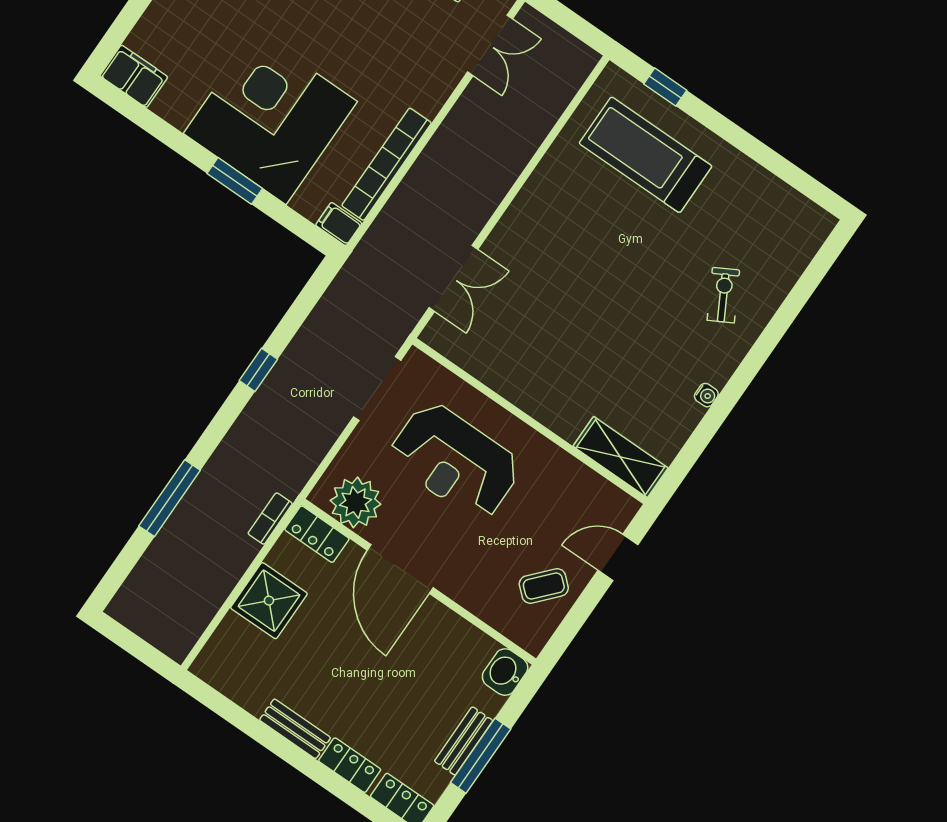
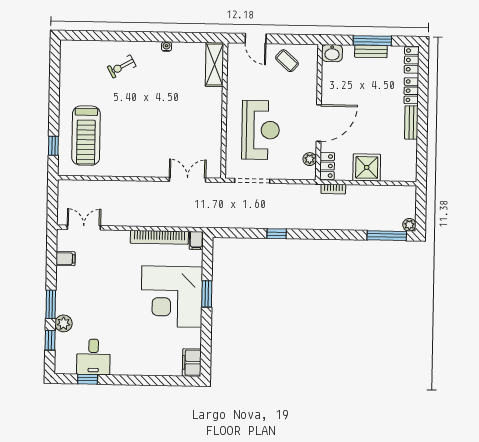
window: (170, 498) -> (387, 236), moved
plant: (356, 502) -> (310, 159), width x0.53, depth x0.53
plant: (121, 608) -> (409, 225), added

